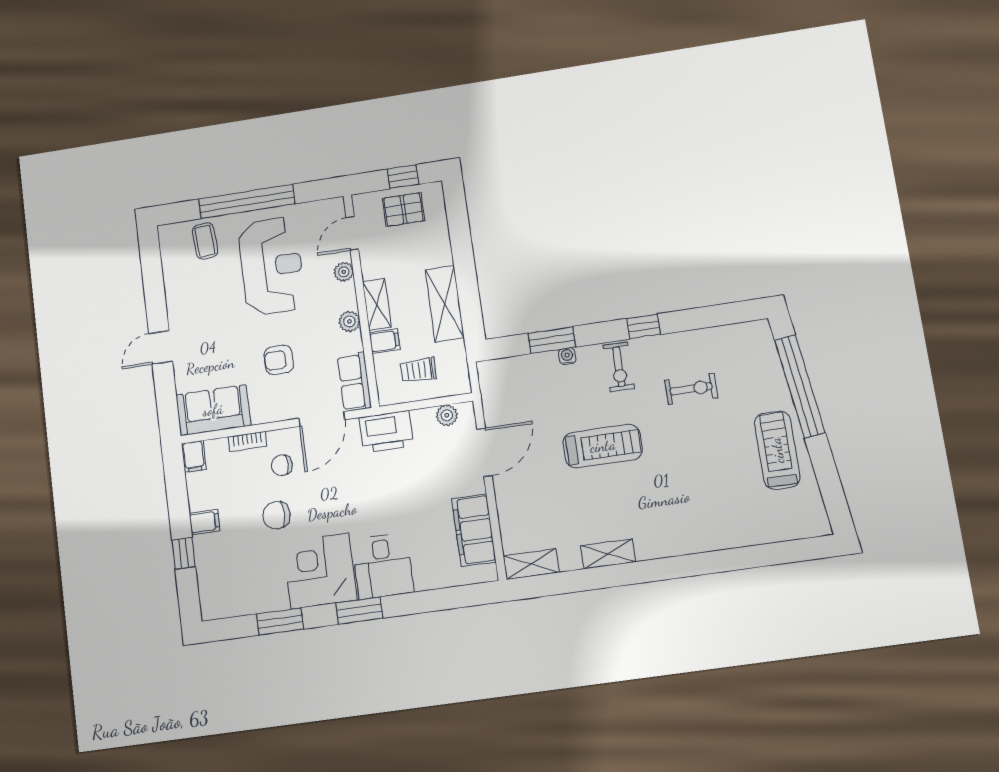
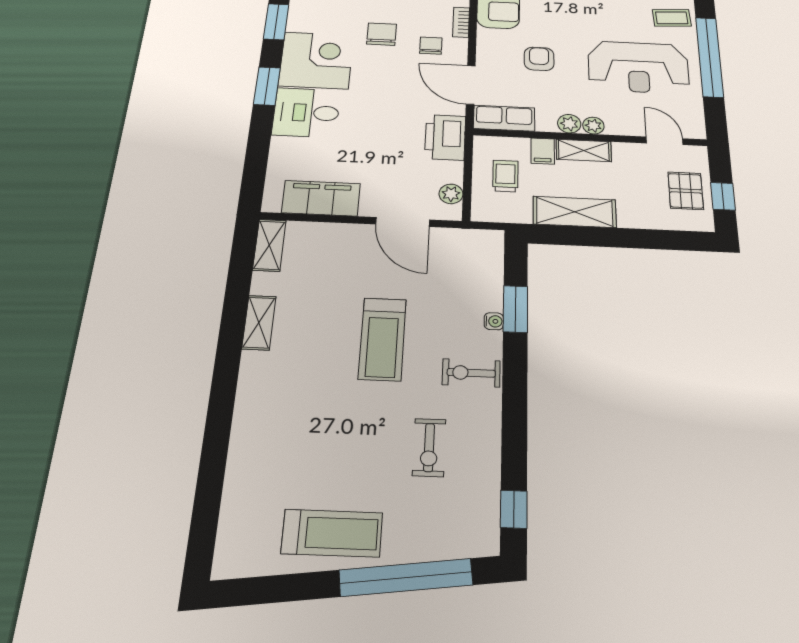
plant: (344, 272) -> (593, 126), moved
window: (643, 326) -> (514, 509), moved

